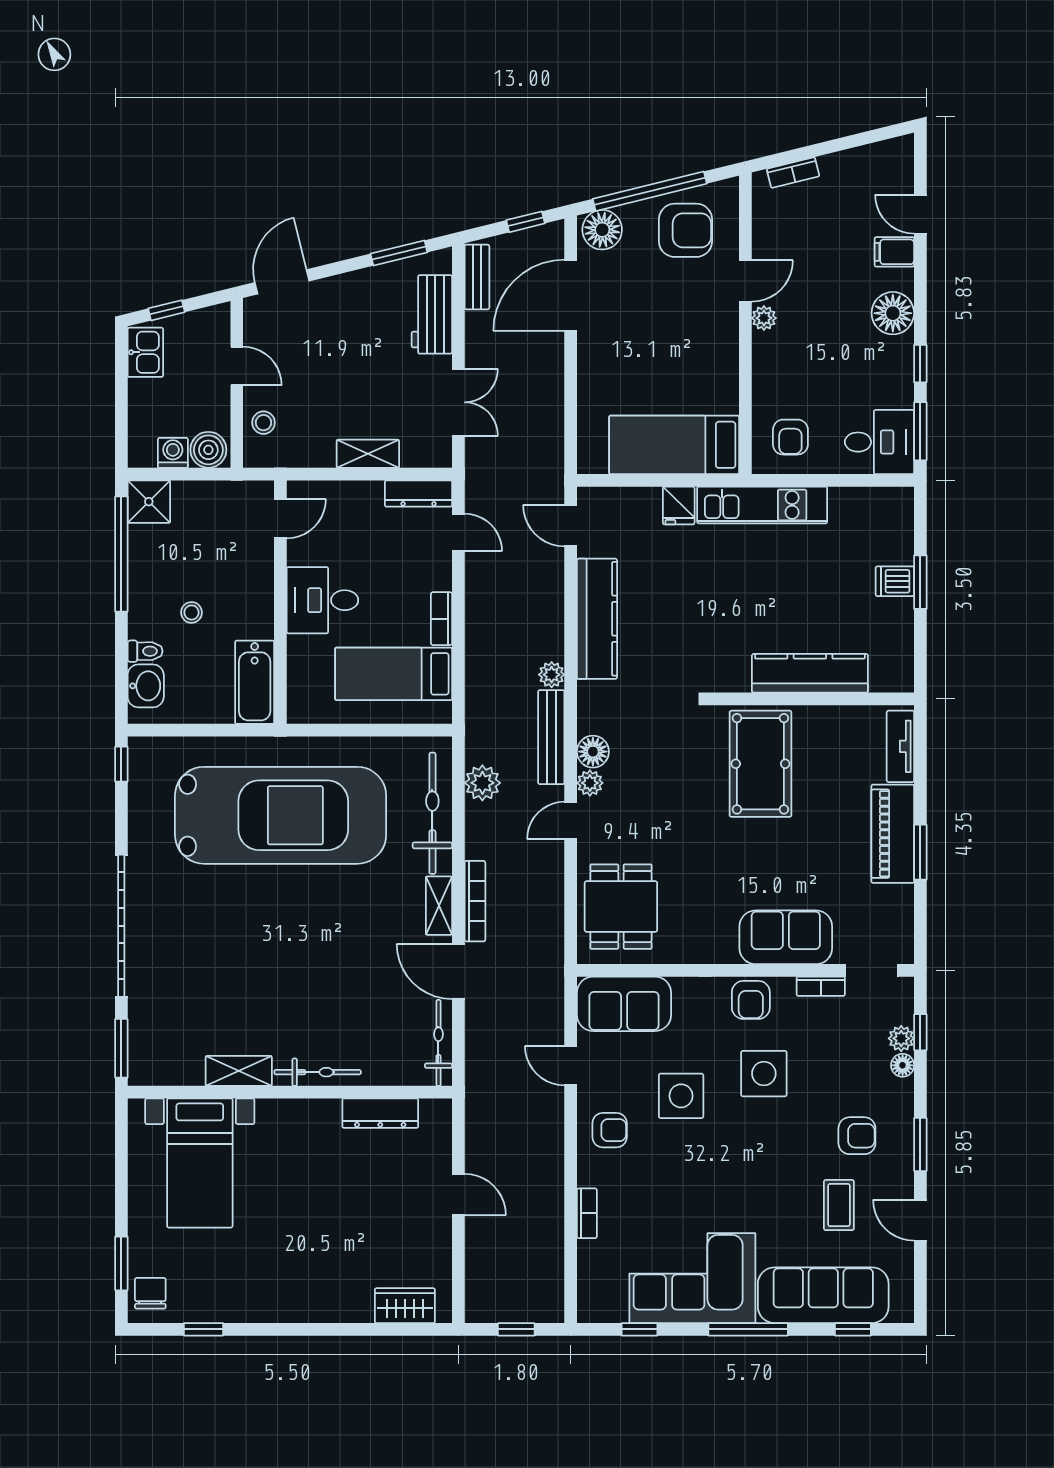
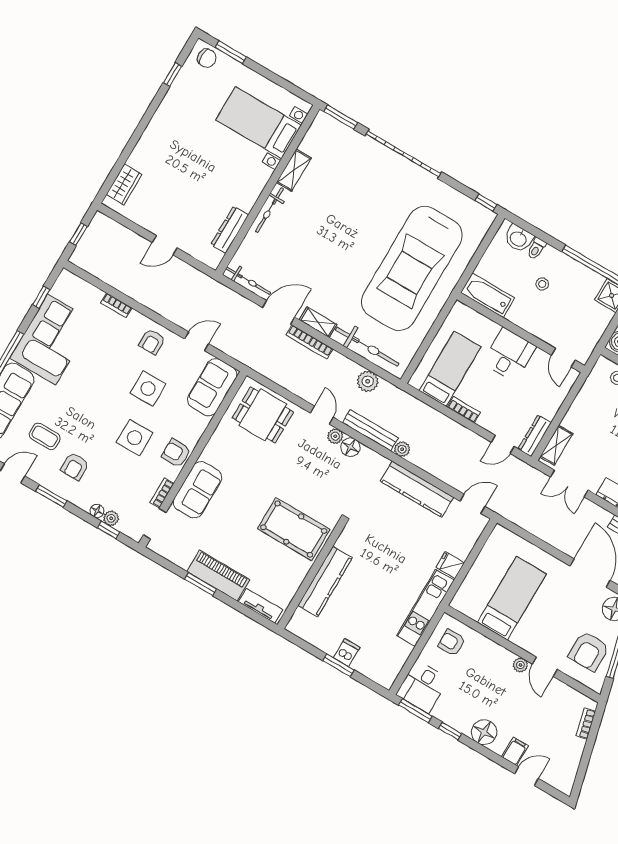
bed: (674, 445) -> (512, 598), moved
shelving: (368, 454) -> (556, 445), moved

